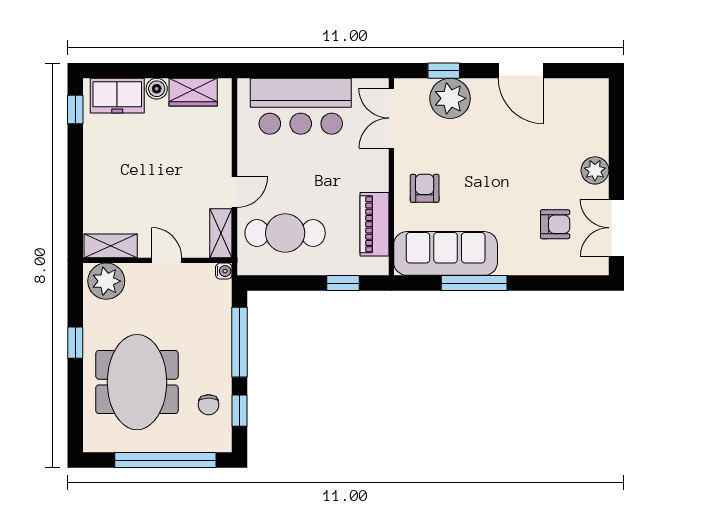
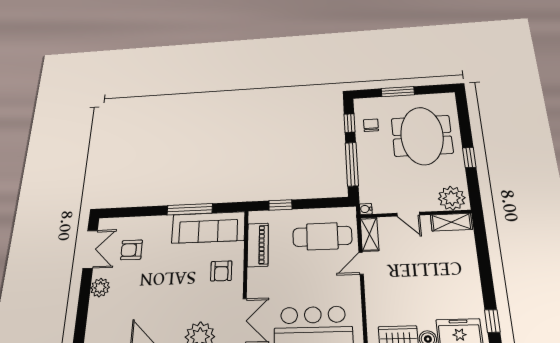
window: (165, 460) -> (398, 92), width x0.47

